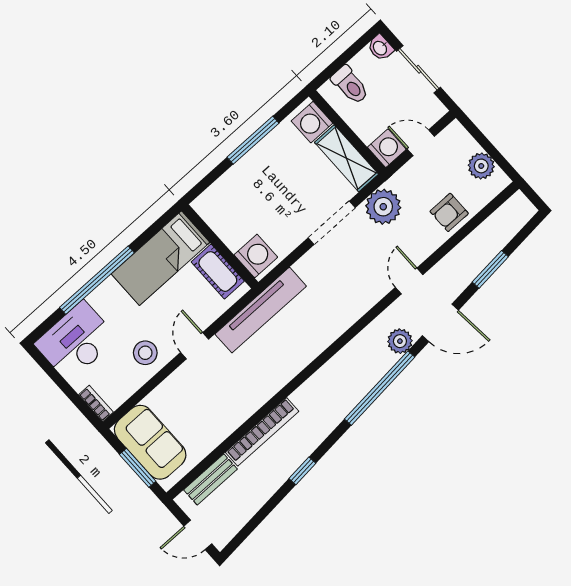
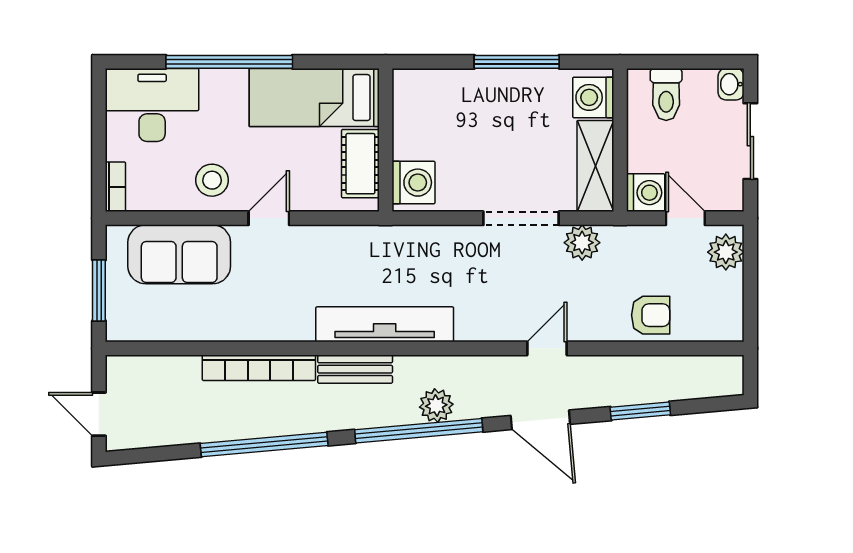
plant: (481, 166) -> (726, 252), moved
plant: (383, 207) -> (582, 243), width x0.73, depth x0.73
armchair: (449, 212) -> (651, 315), turned 180
tv unit: (261, 310) -> (385, 324), moved, turned 180
plant: (400, 341) -> (436, 406), moved
sofa: (150, 442) -> (179, 254), moved, turned 90
window: (302, 471) -> (264, 444), width x3.17
bench: (210, 479) -> (355, 369), moved

